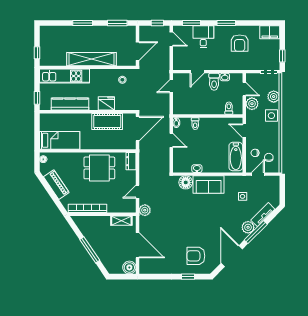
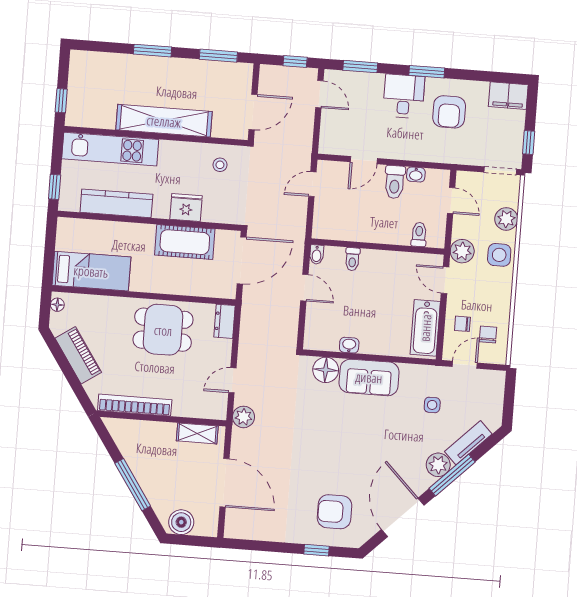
desk: (203, 37) -> (404, 96), moved
plant: (252, 104) -> (462, 251), moved
boiler: (129, 267) -> (181, 522), moved

